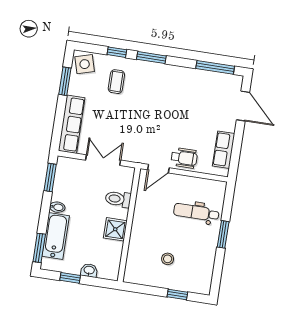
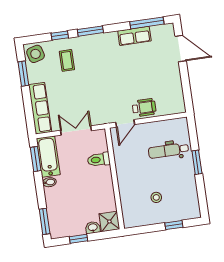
row of seats: (224, 150) -> (134, 36), moved, turned -90
shower: (115, 229) -> (109, 221), moved
bathtub: (56, 236) -> (48, 157), moved

